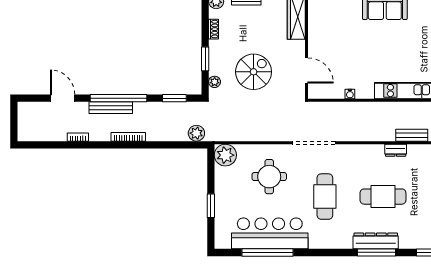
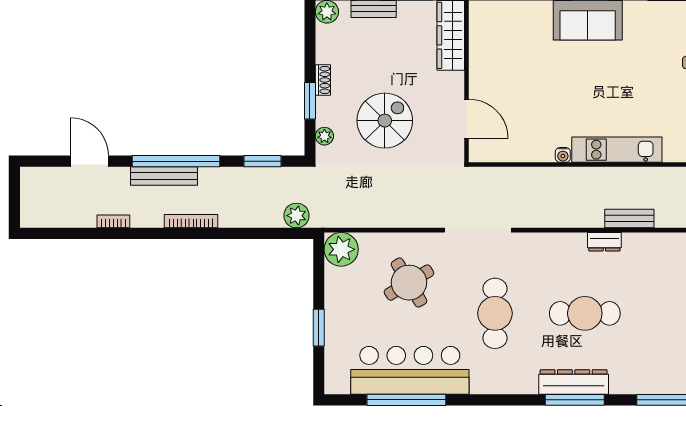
shoe rack: (214, 29) -> (323, 80), moved
water cooler: (350, 94) -> (563, 155), moved
round table: (269, 177) -> (409, 283), turned -31

